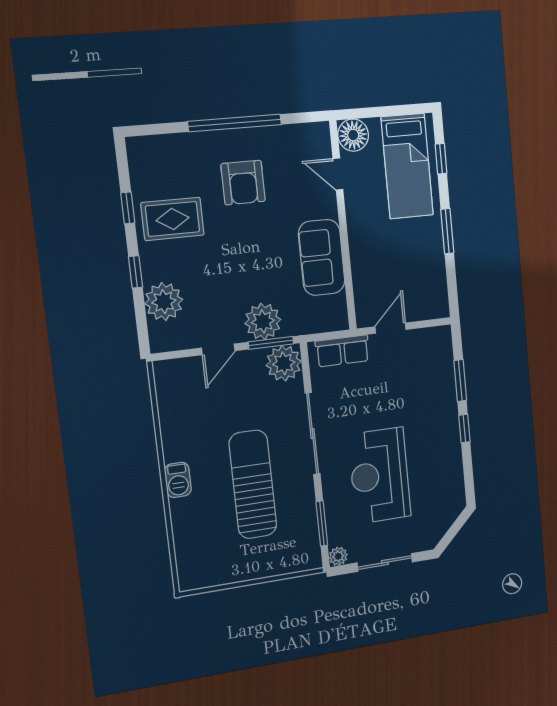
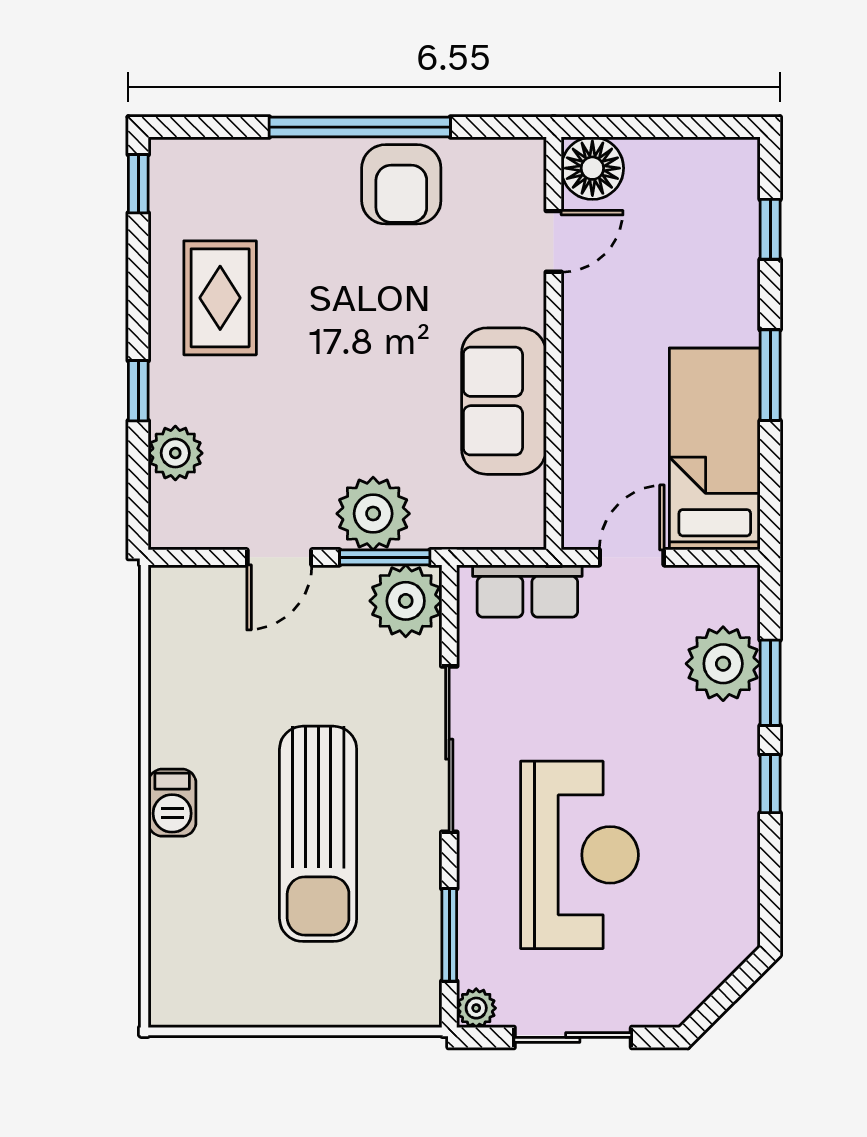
bed: (407, 166) -> (715, 449), moved, turned 180
door: (338, 174) -> (554, 241), swing flipped
armchair: (243, 183) -> (401, 184), moved
window: (128, 208) -> (138, 184), moved
rug: (173, 219) -> (220, 298), turned 90
plant: (164, 302) -> (175, 453), width x0.73, depth x0.73
plant: (438, 374) -> (723, 664), added
reception desk: (380, 475) -> (579, 855), turned 180
sun lounger: (253, 484) -> (318, 834), turned 180

